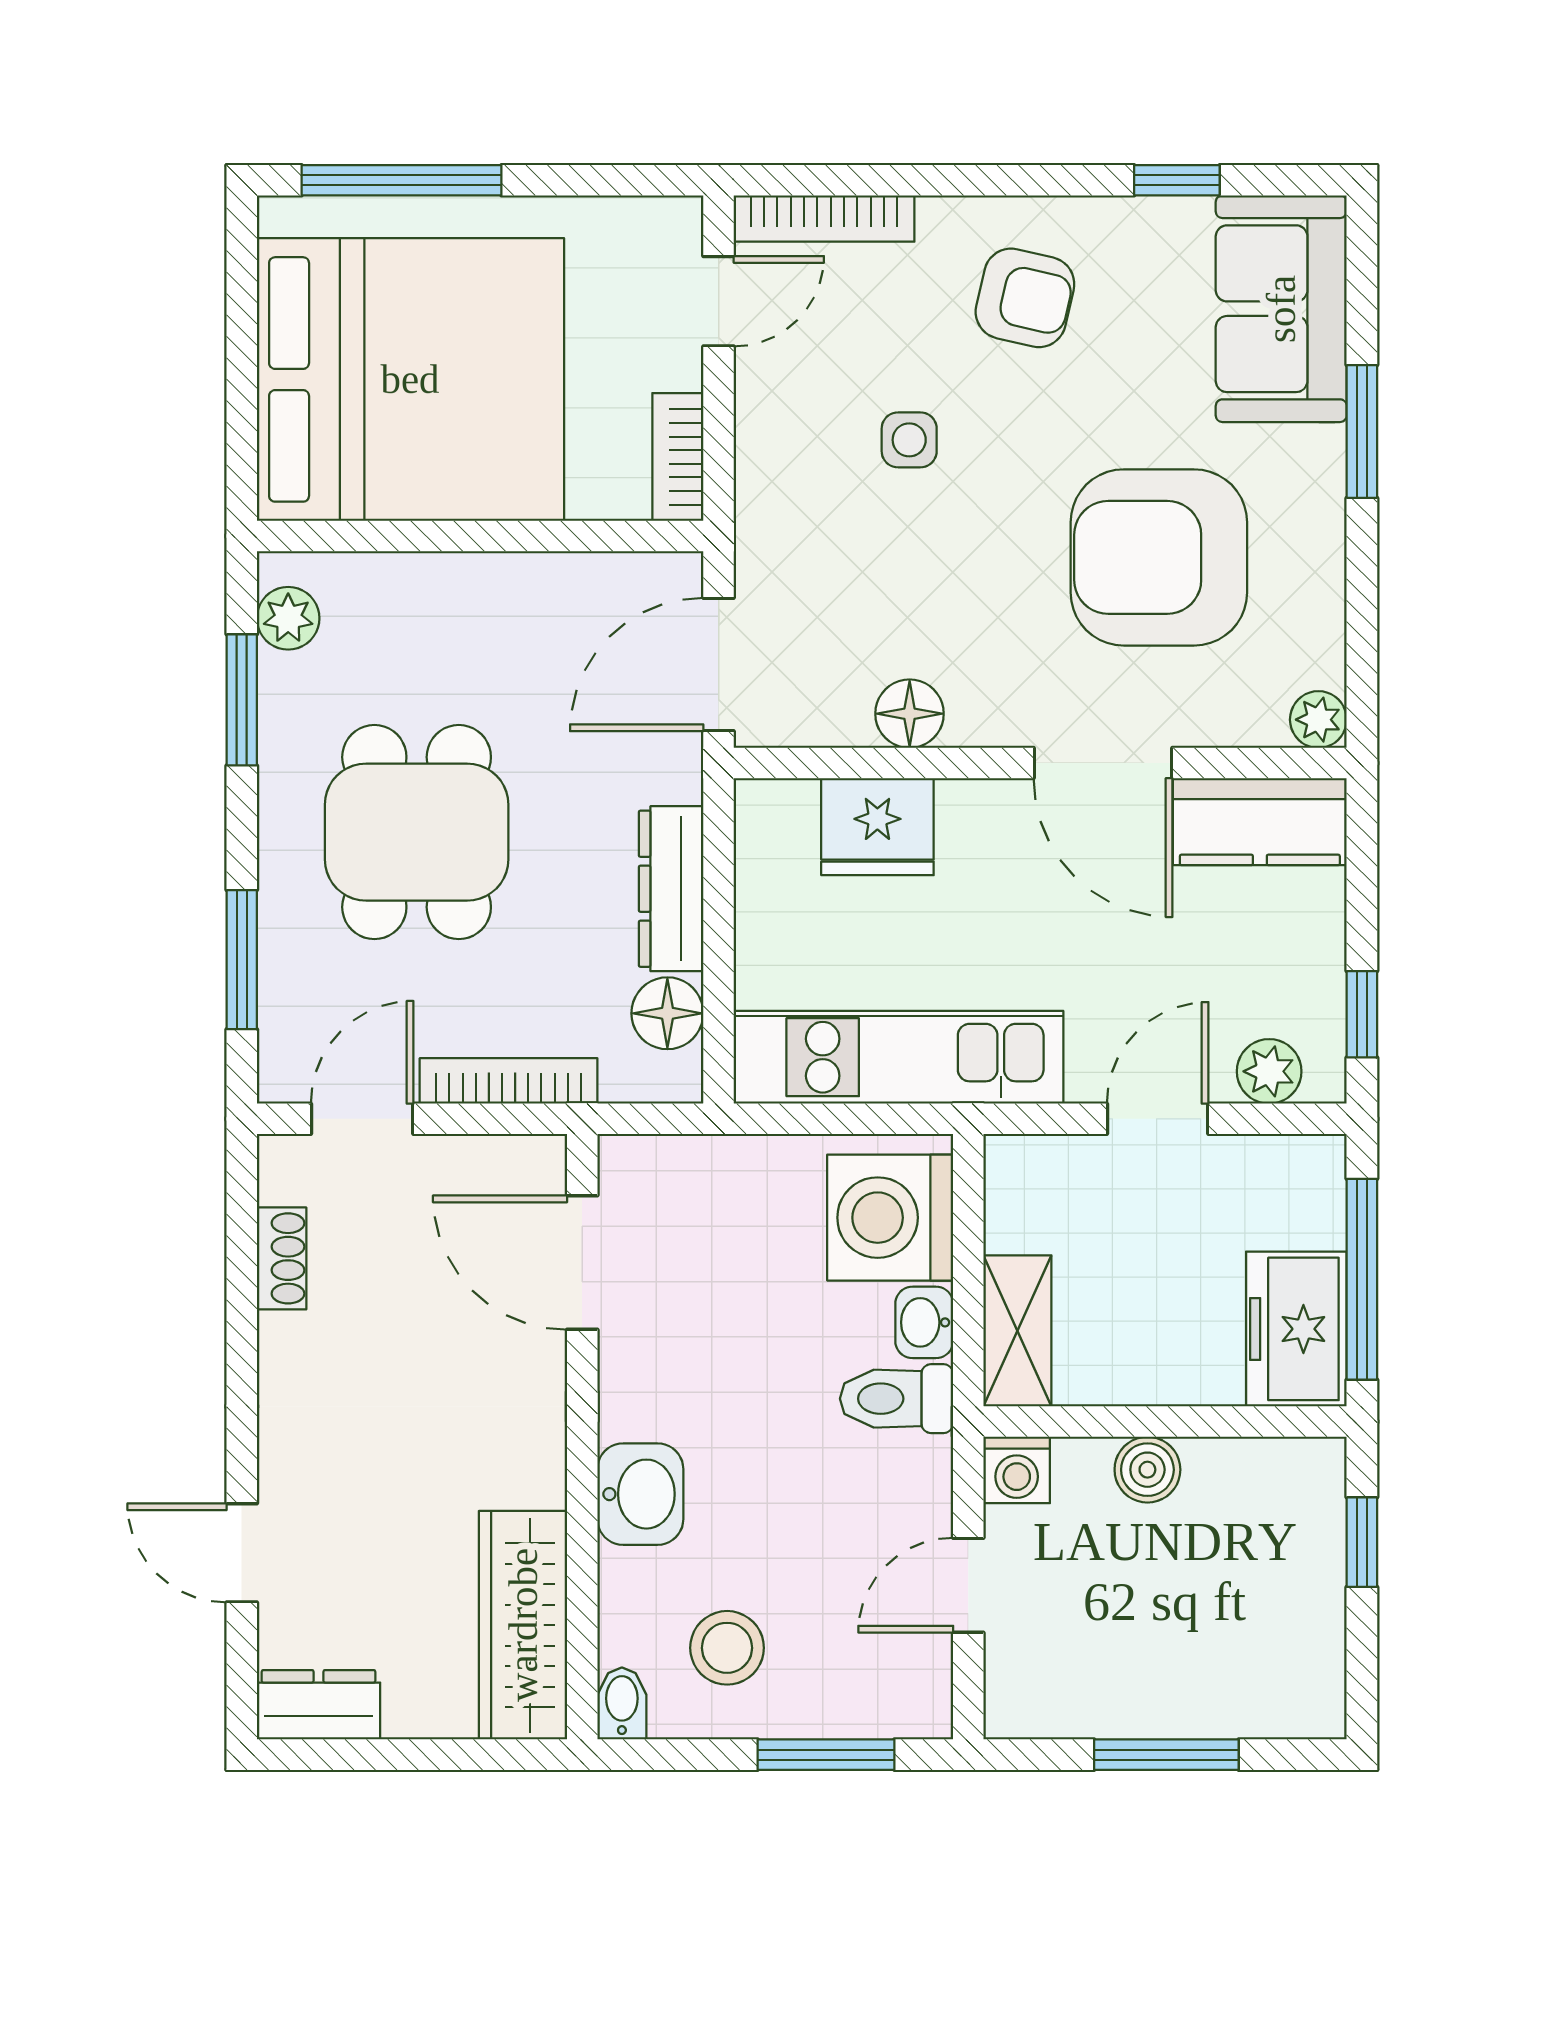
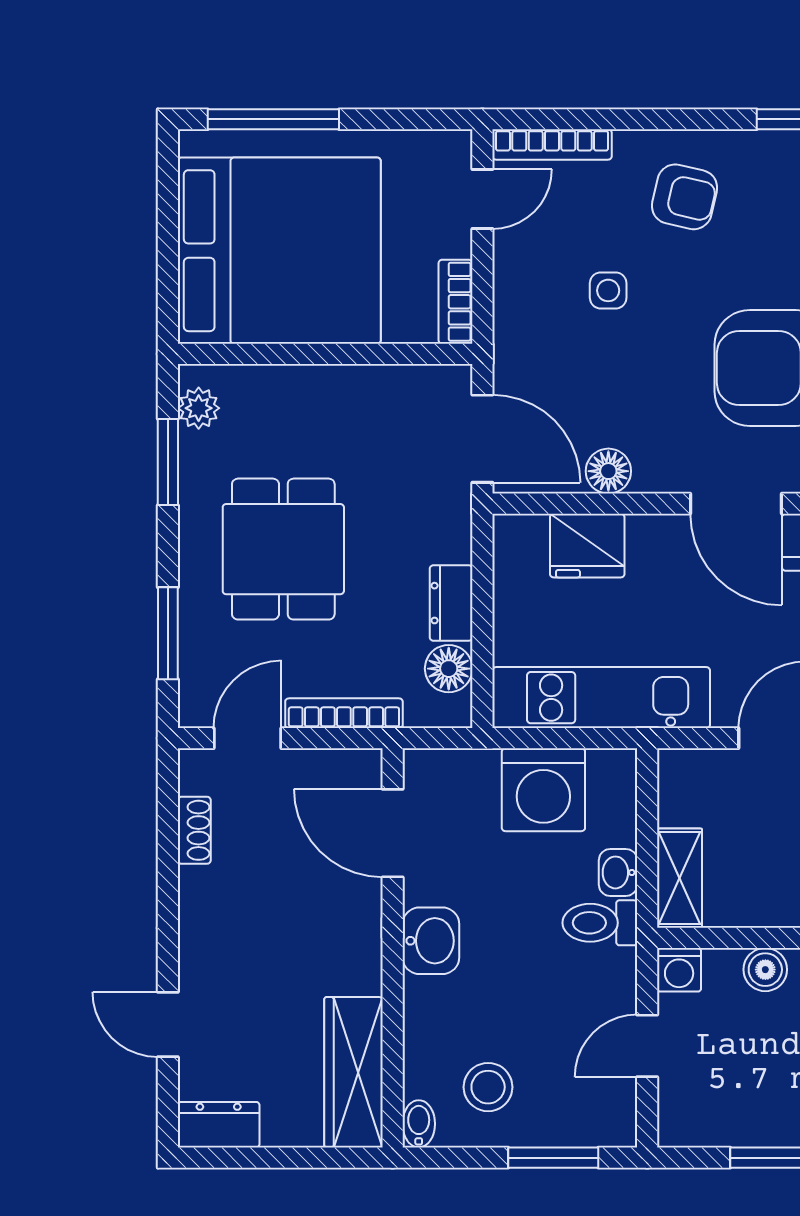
door: (719, 665) -> (482, 439), swing flipped
dresser: (671, 889) -> (451, 603), width x0.70
washing machine: (890, 1218) -> (543, 790), moved, turned -90
washbasin: (640, 1494) -> (431, 941), moved

